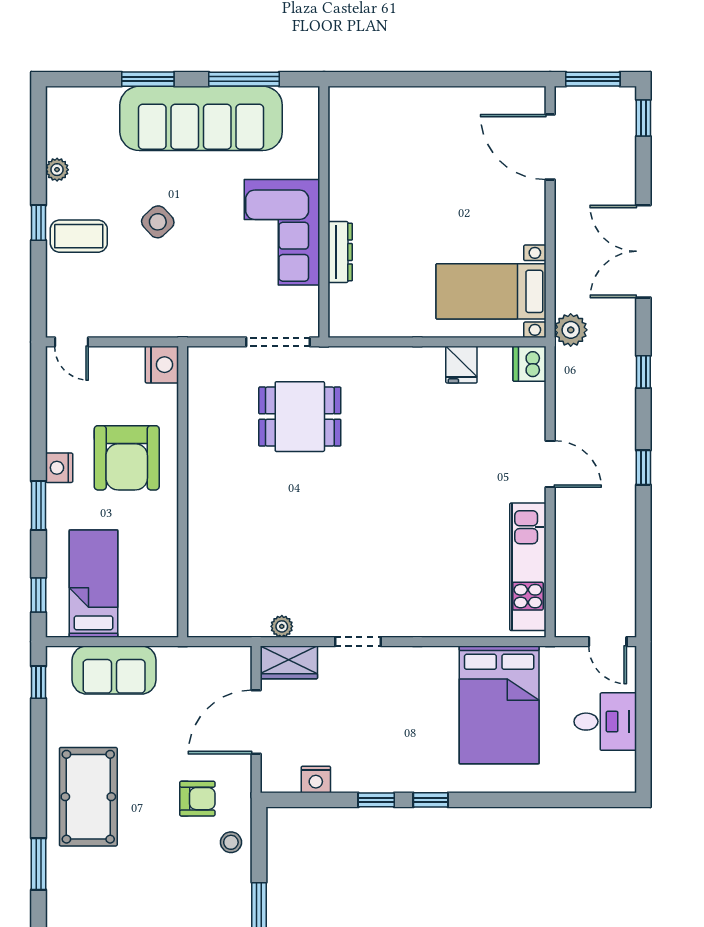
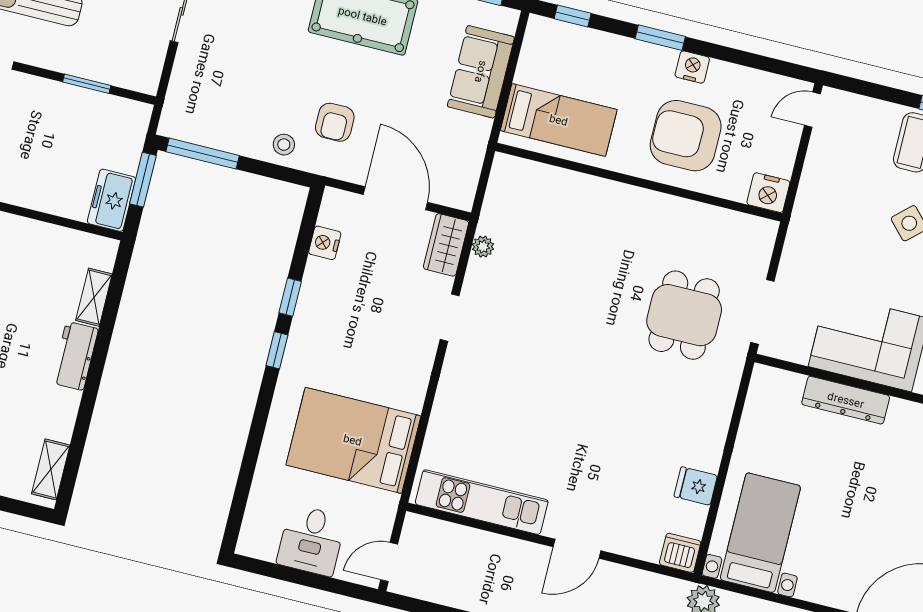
dresser: (340, 252) -> (846, 400), width x1.37, depth x1.24
bed: (94, 584) -> (559, 120), moved

